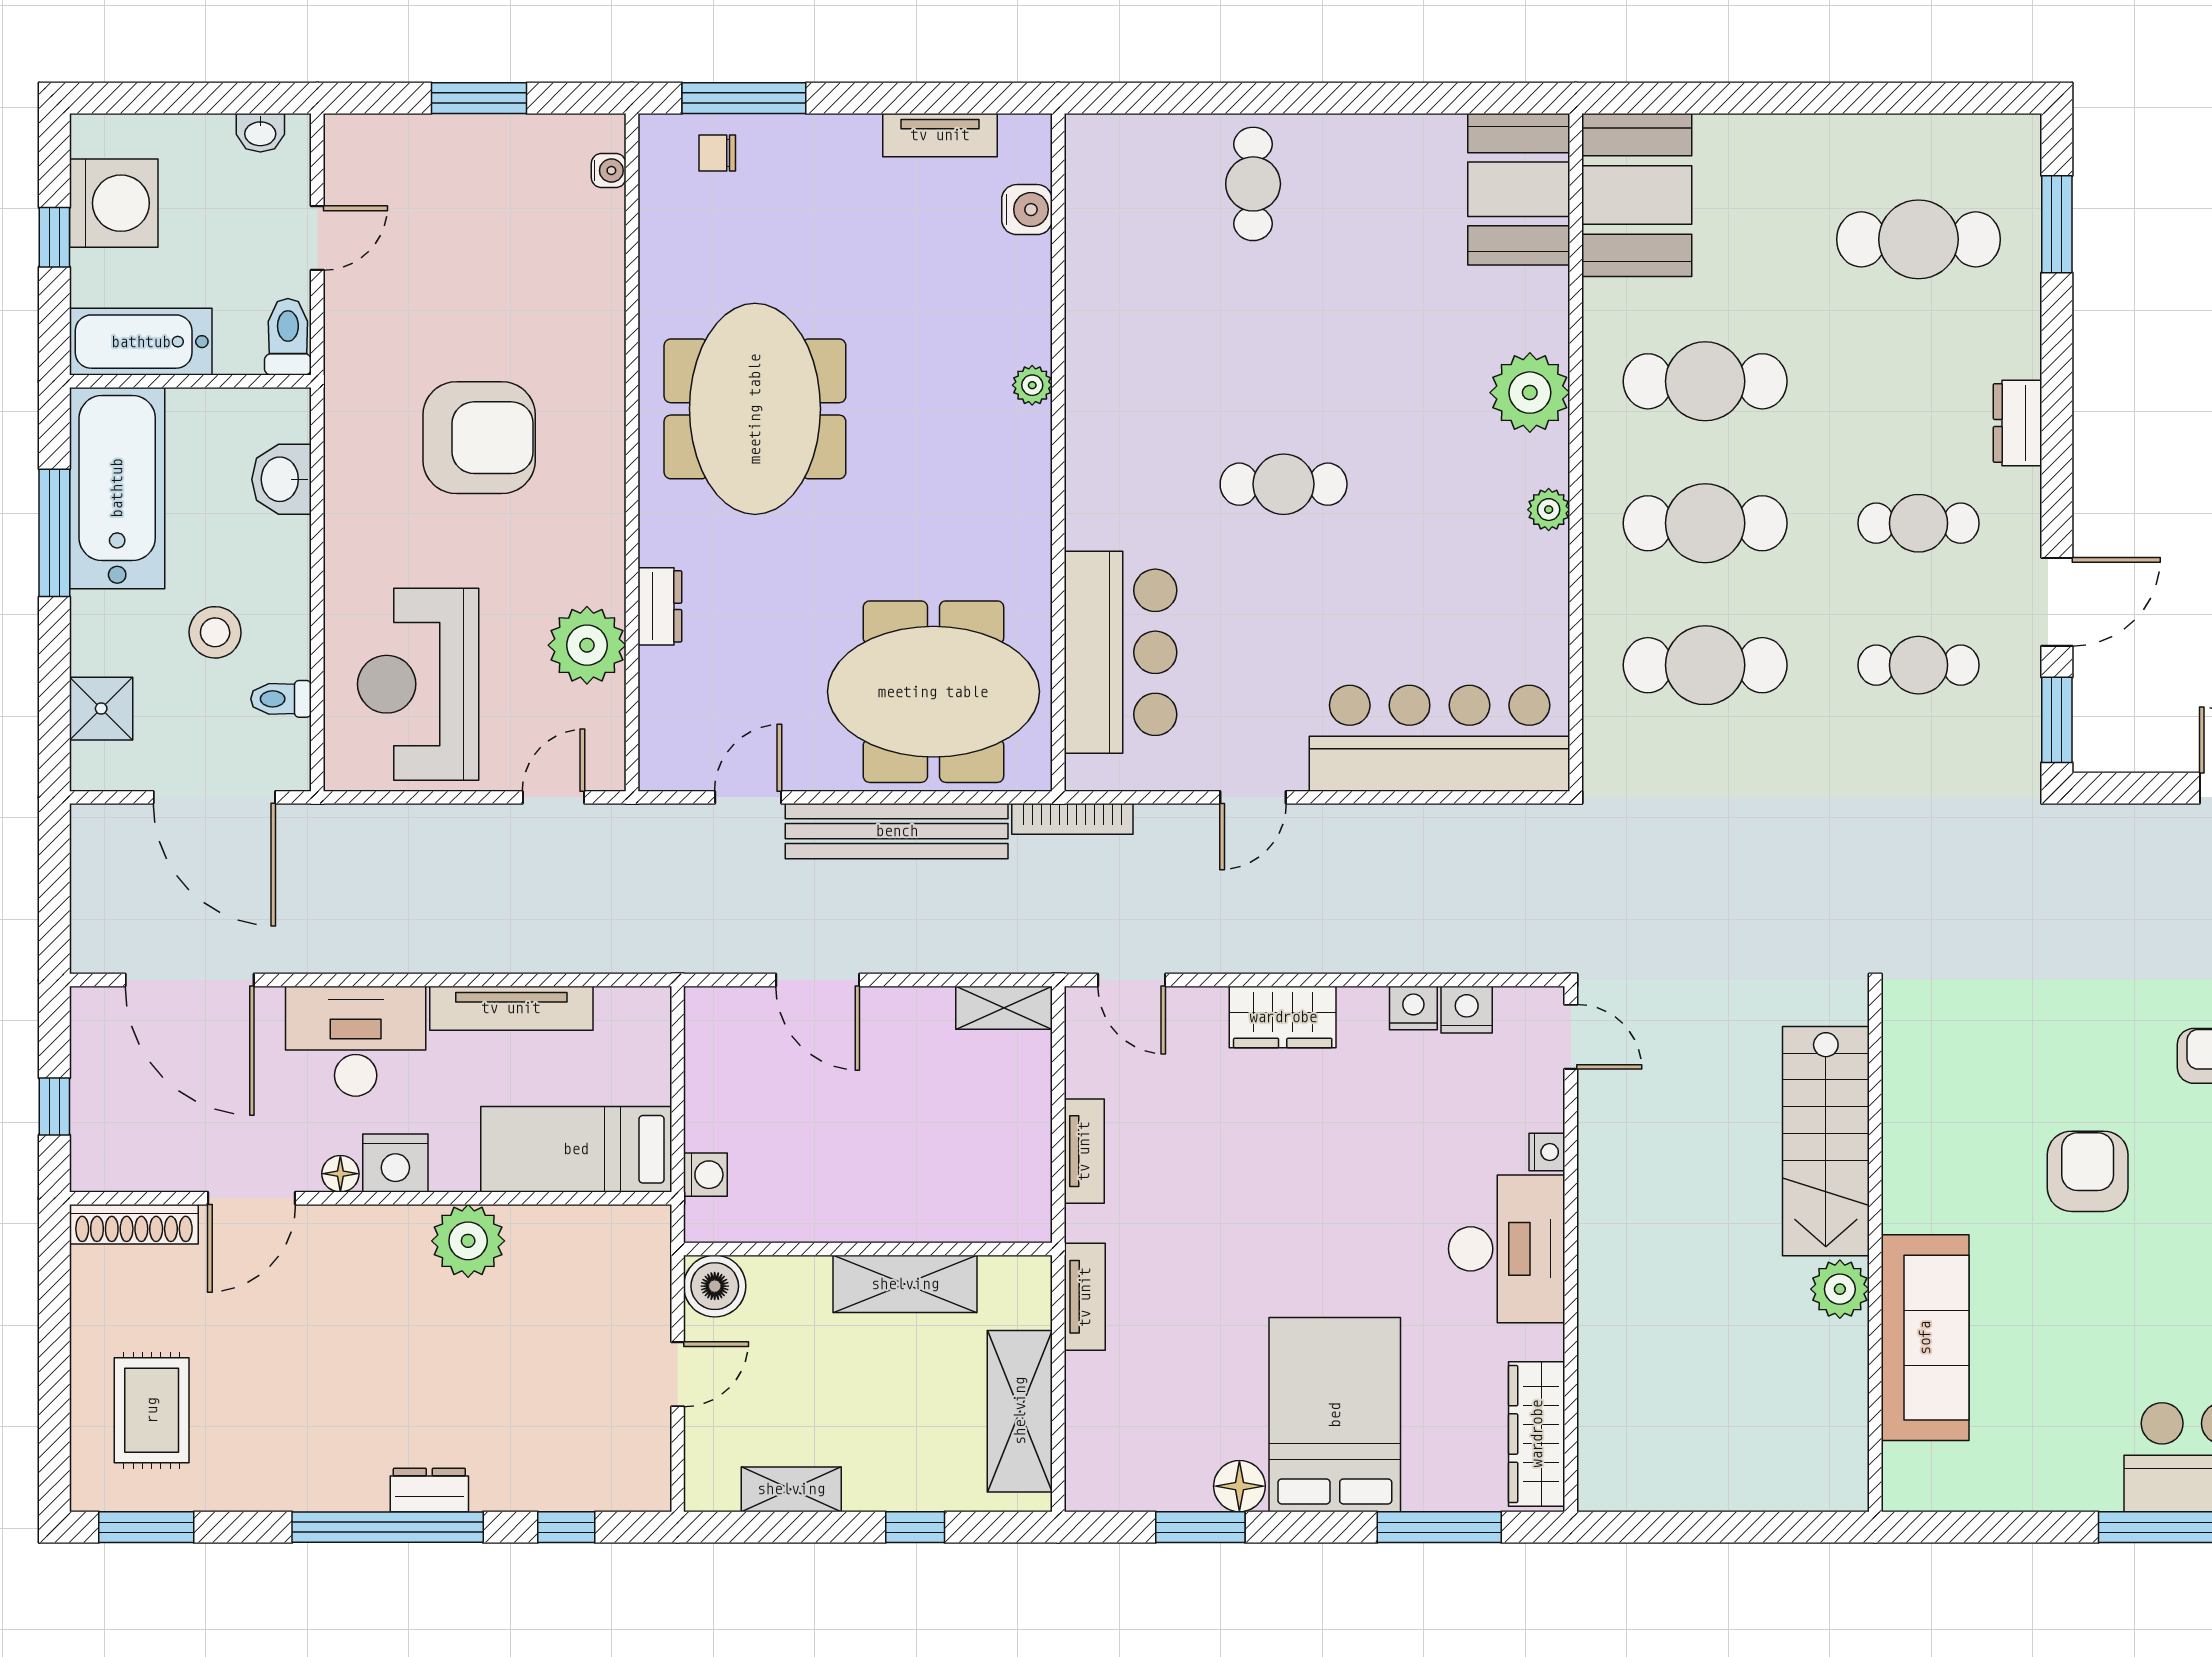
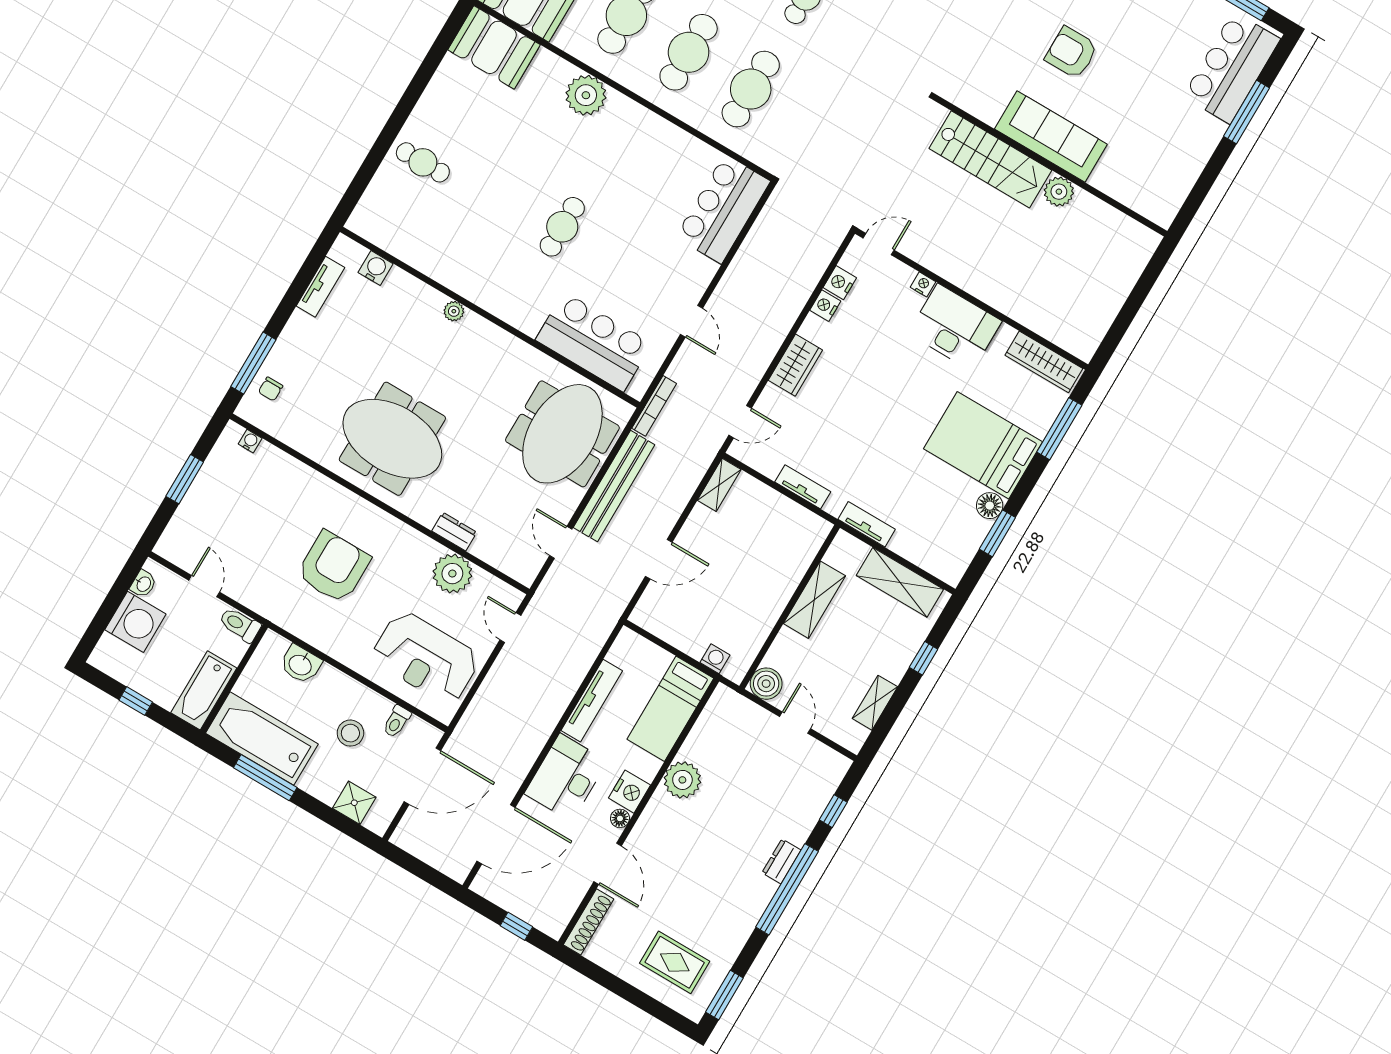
washing machine: (114, 203) -> (135, 622), moved, turned 90
plant: (1549, 510) -> (642, 117), removed
bar counter: (1440, 738) -> (723, 209), width x0.73
sofa: (1925, 1338) -> (1051, 137), moved

